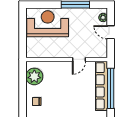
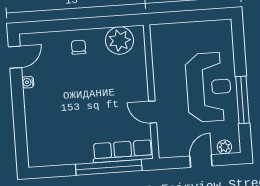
reception desk: (48, 24) -> (209, 87), moved
row of seats: (101, 86) -> (123, 151), width x0.73

